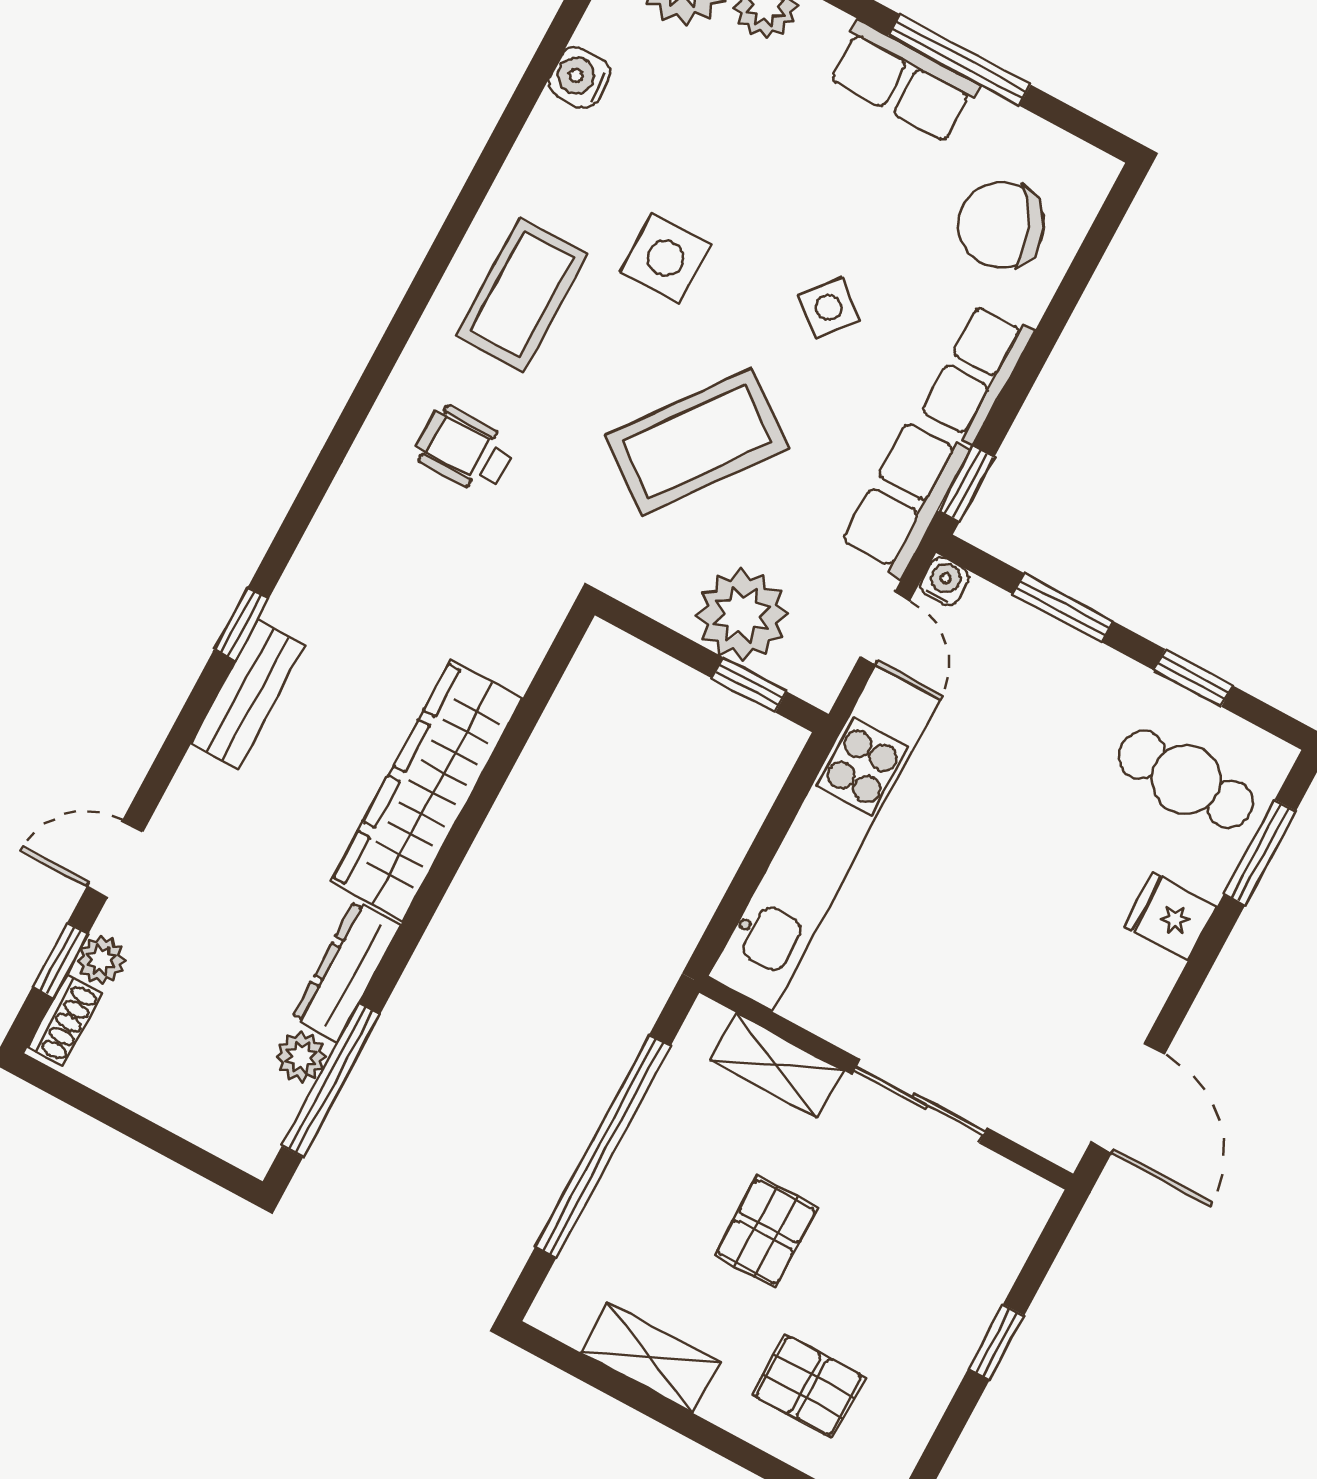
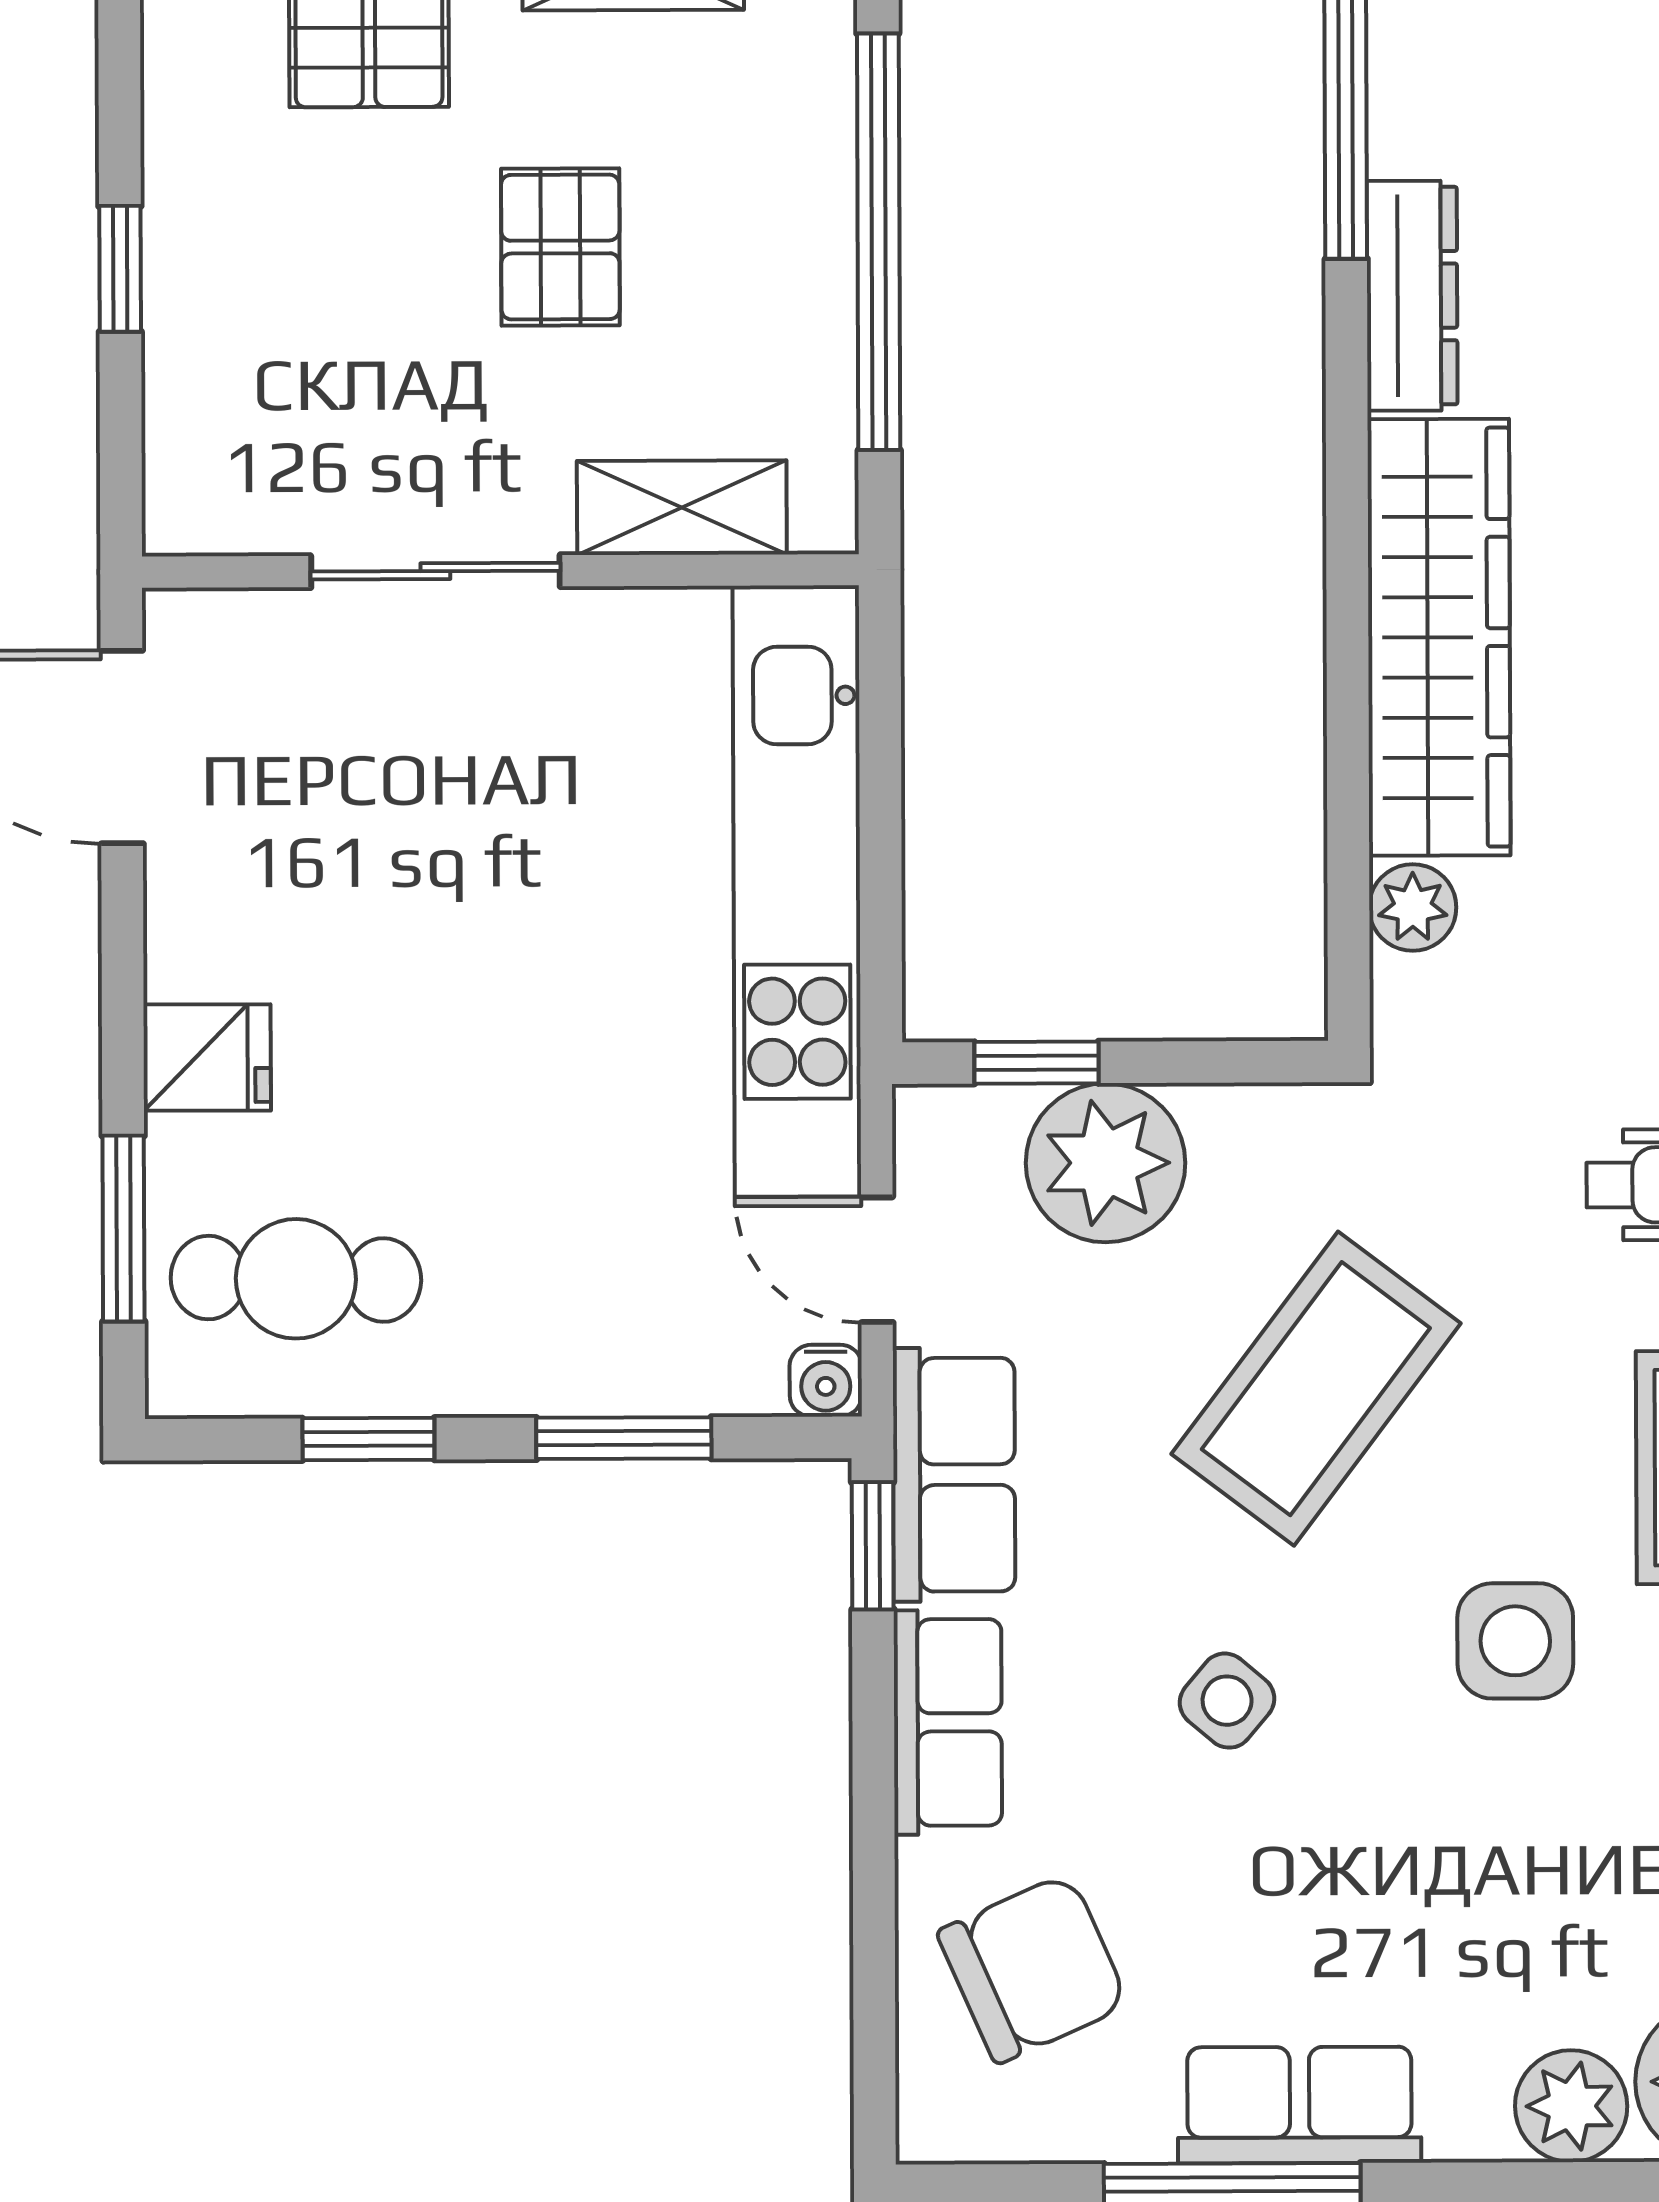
plant: (301, 1057) -> (1413, 907), moved

